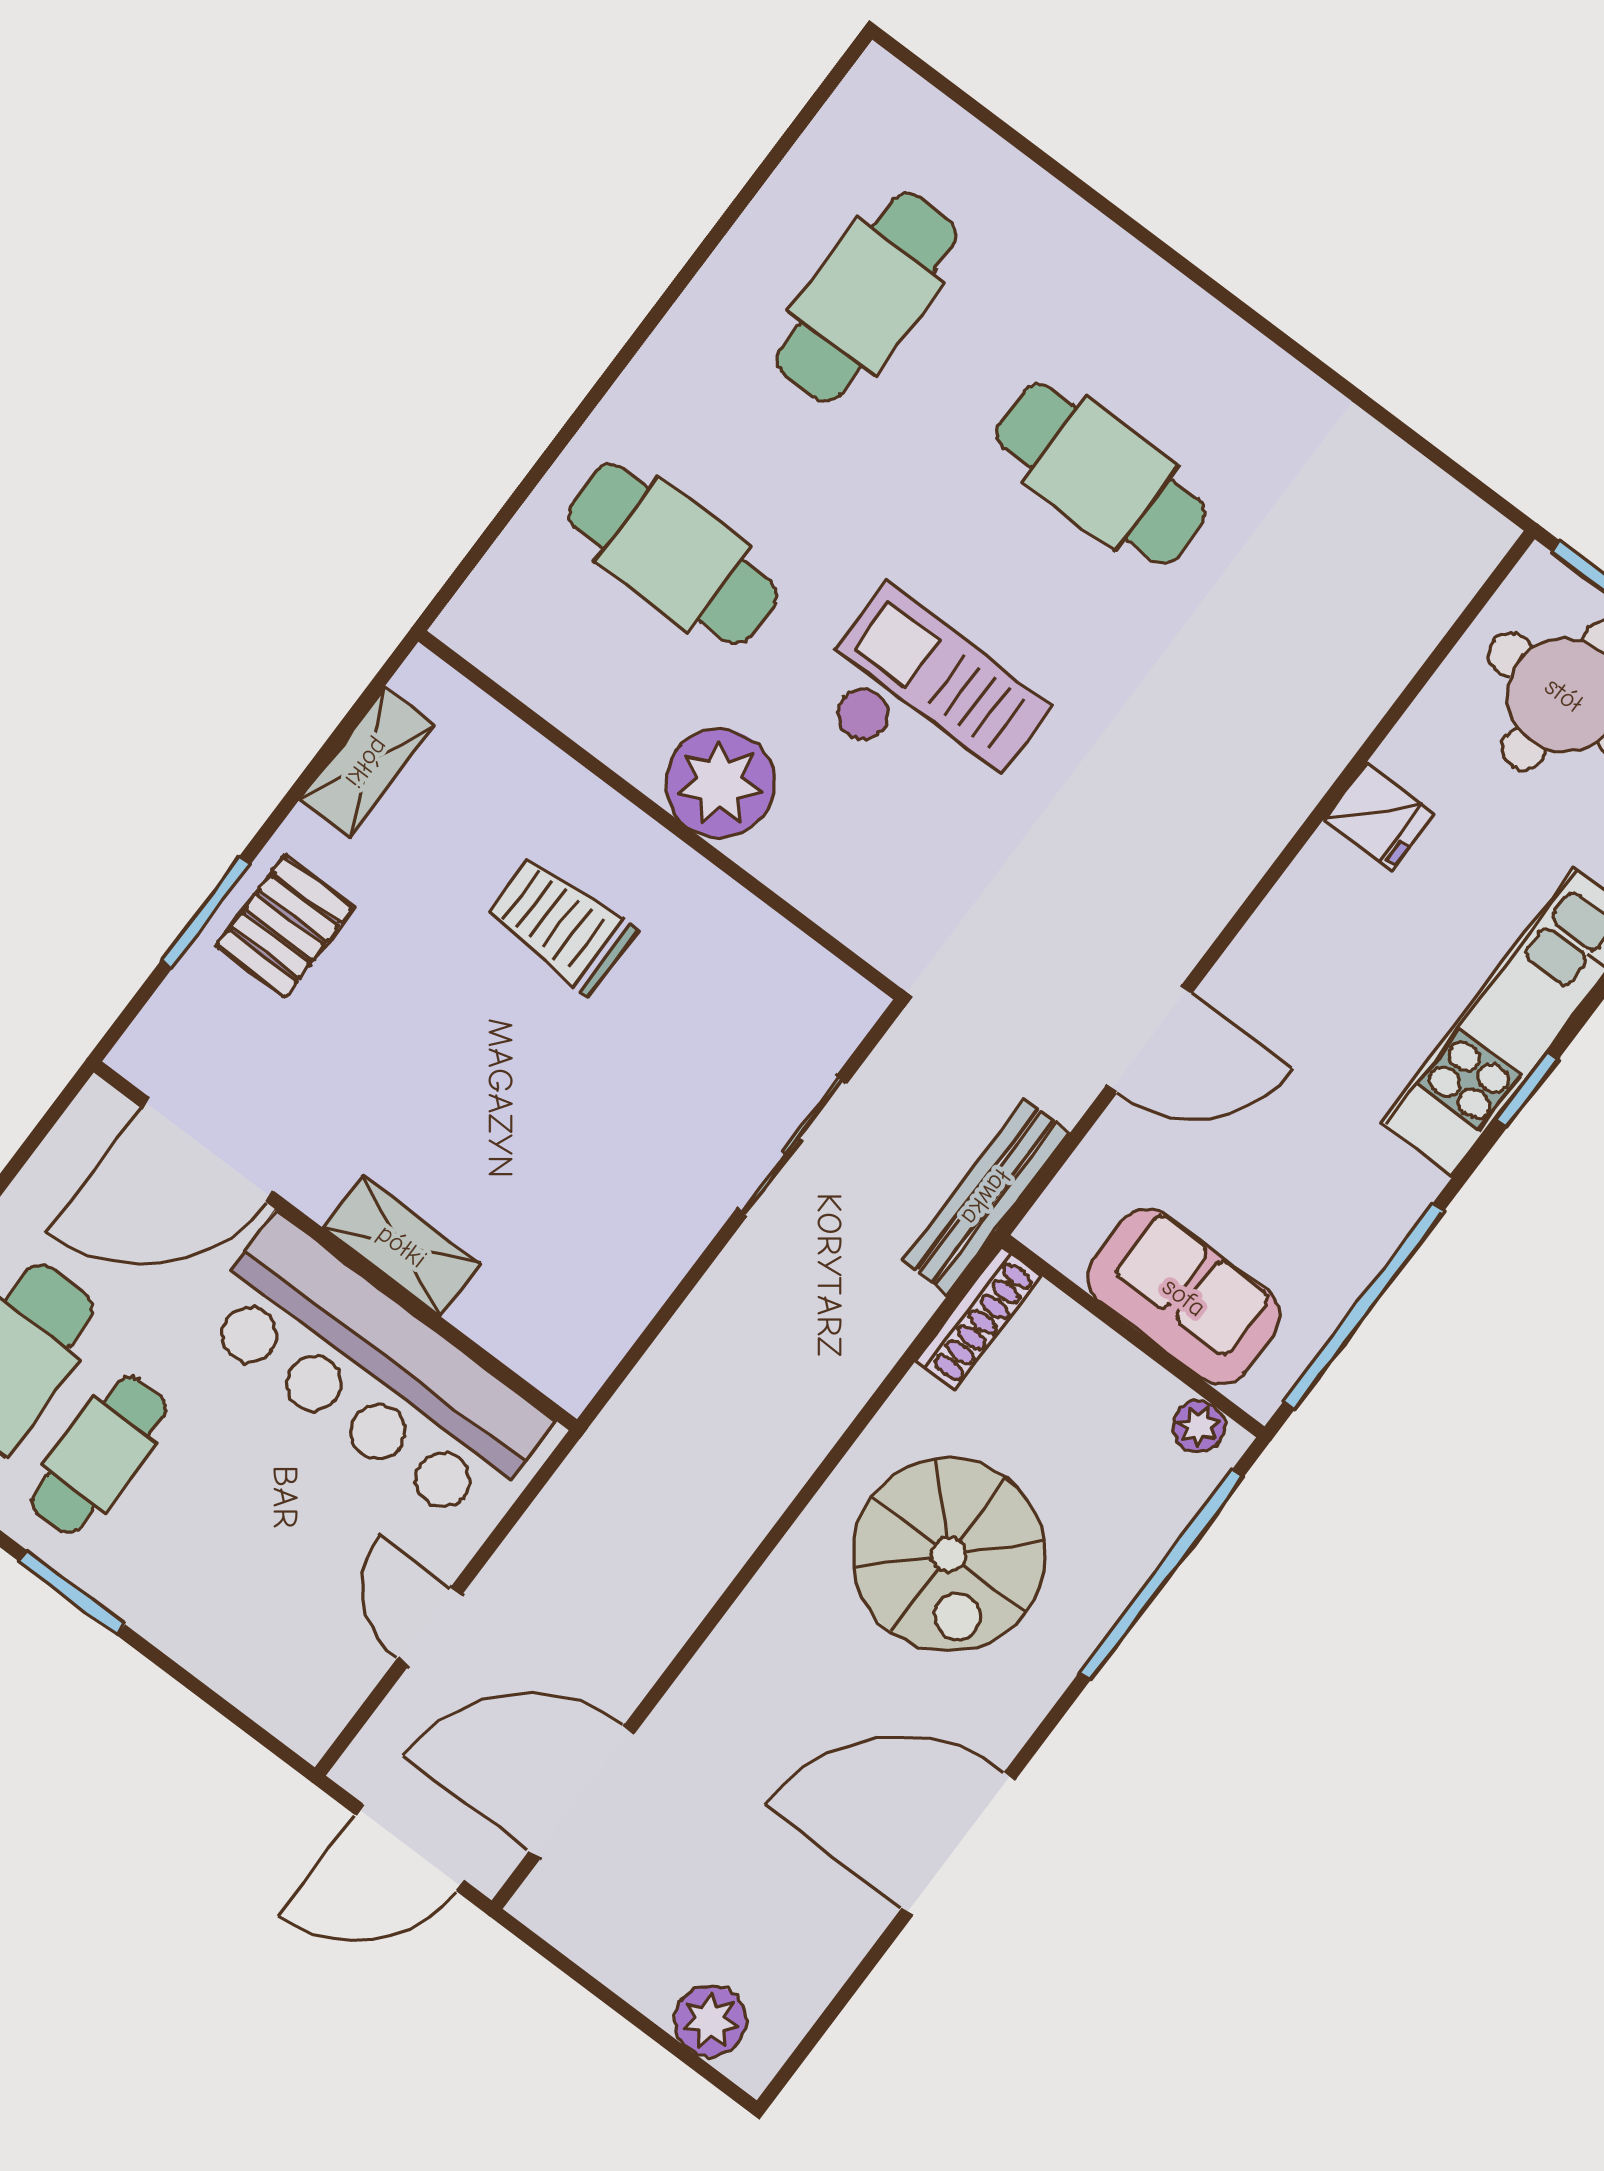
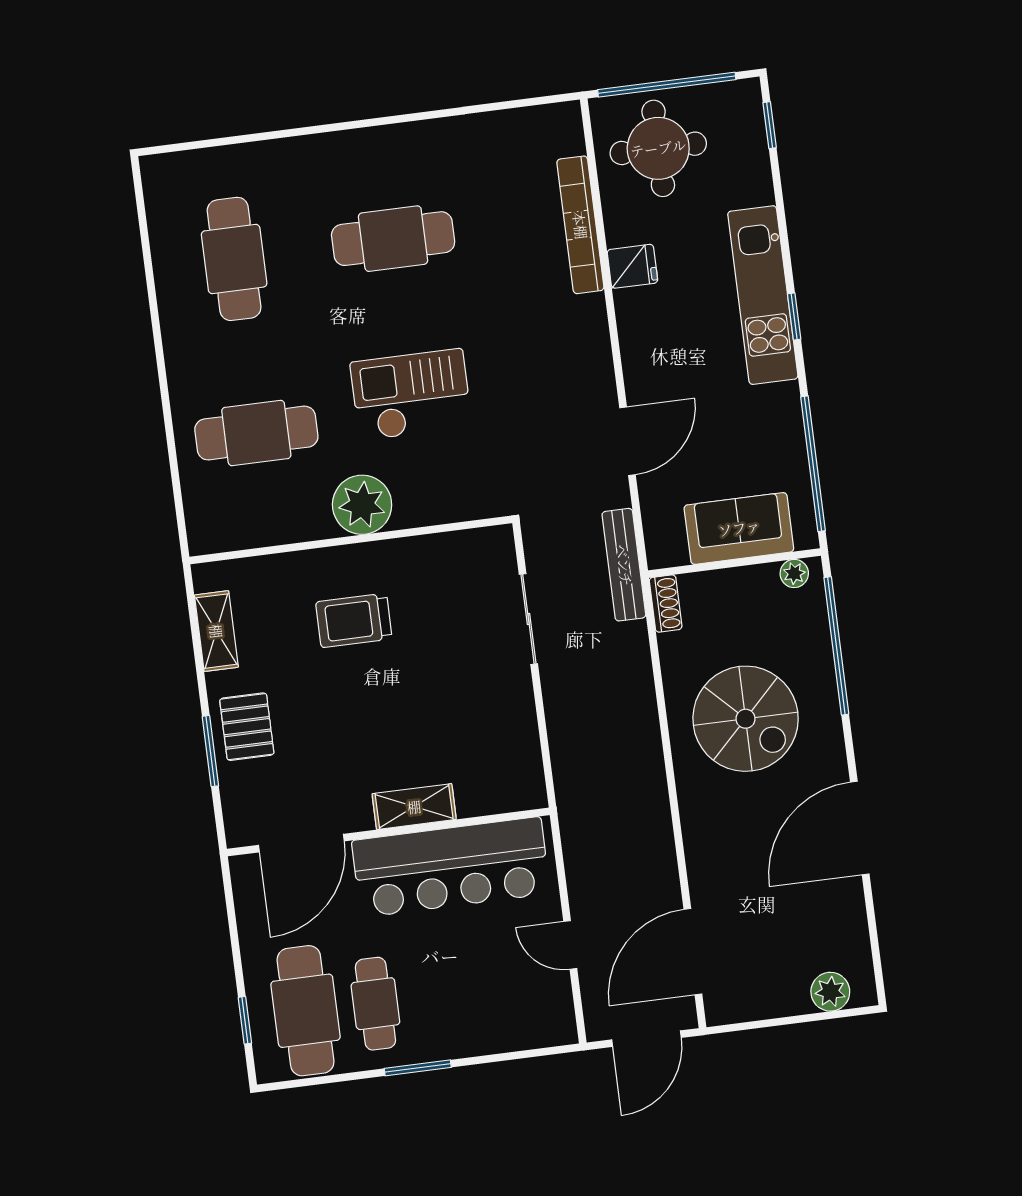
bookcase: (1364, 696) -> (580, 225), added
shoe rack: (978, 1318) -> (666, 604), width x0.70

